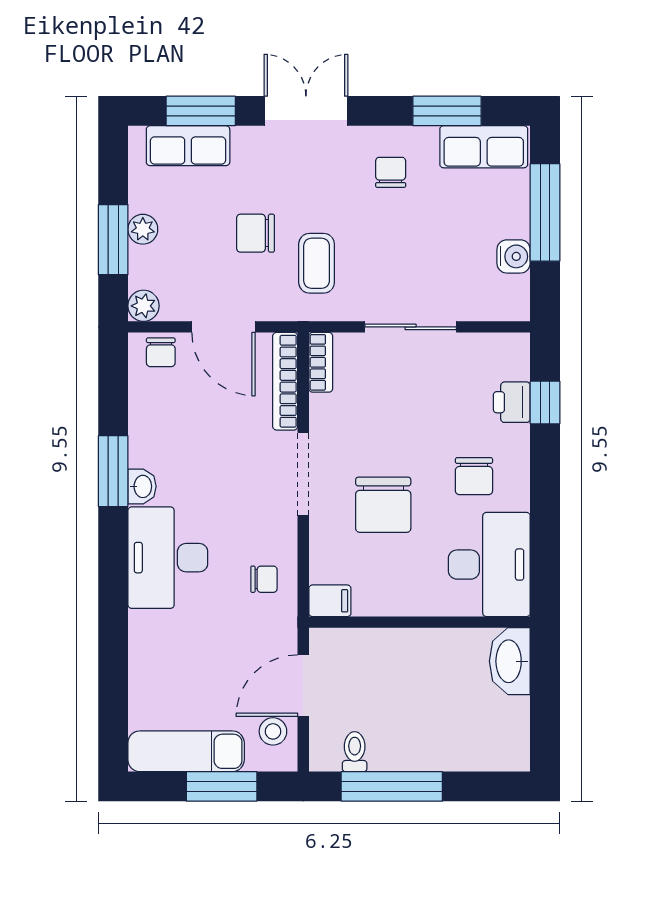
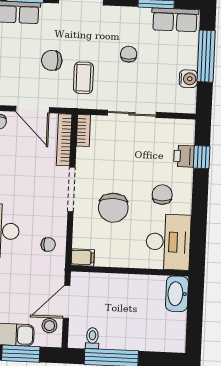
chair: (391, 172) -> (129, 54), moved
chair: (474, 476) -> (162, 195), turned 180

